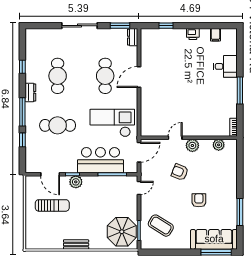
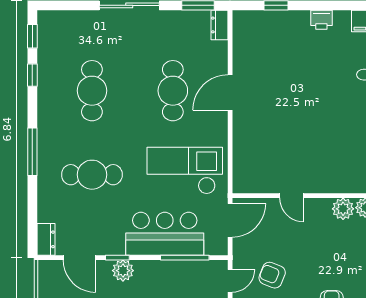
dresser: (30, 92) -> (46, 239), moved
door: (175, 138) -> (292, 196), swing flipped
window: (22, 140) -> (32, 36), moved
plant: (192, 145) -> (343, 209), moved
armchair: (180, 172) -> (272, 275), moved

